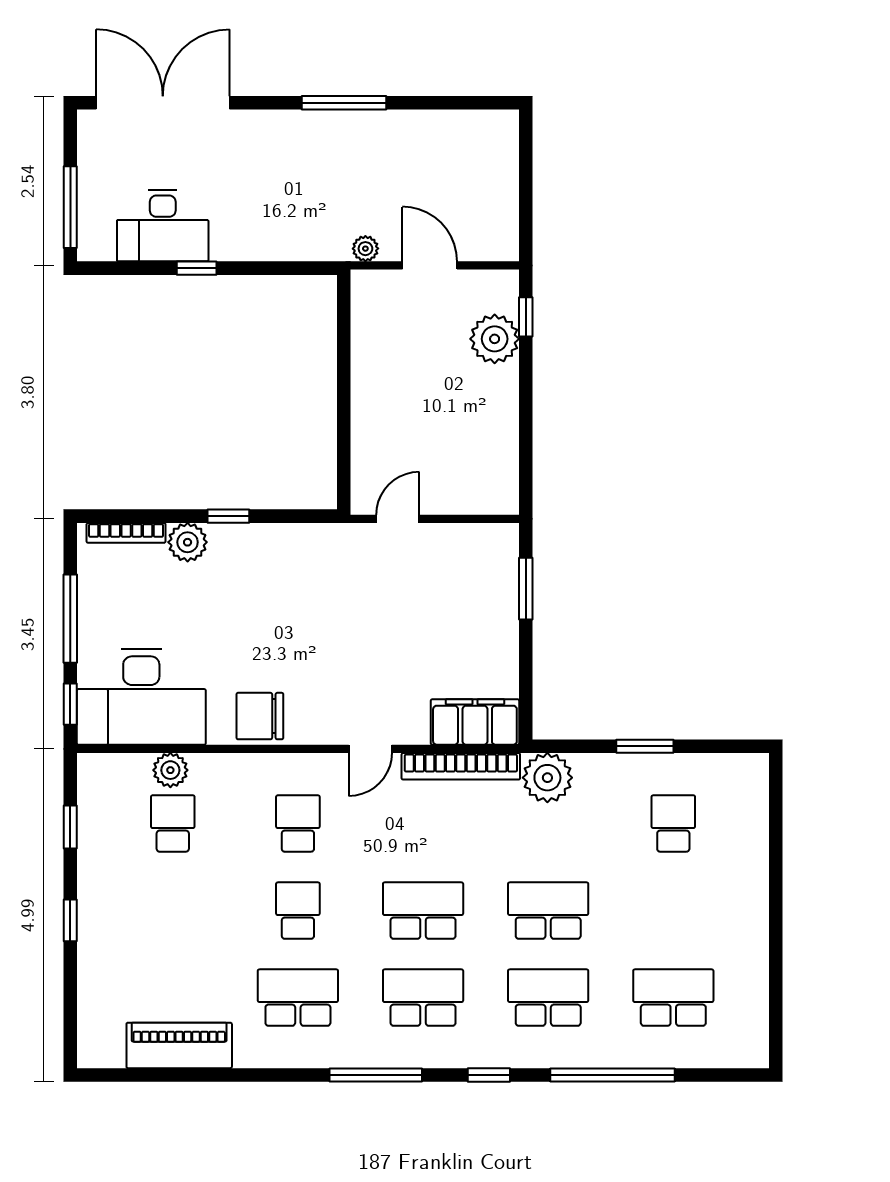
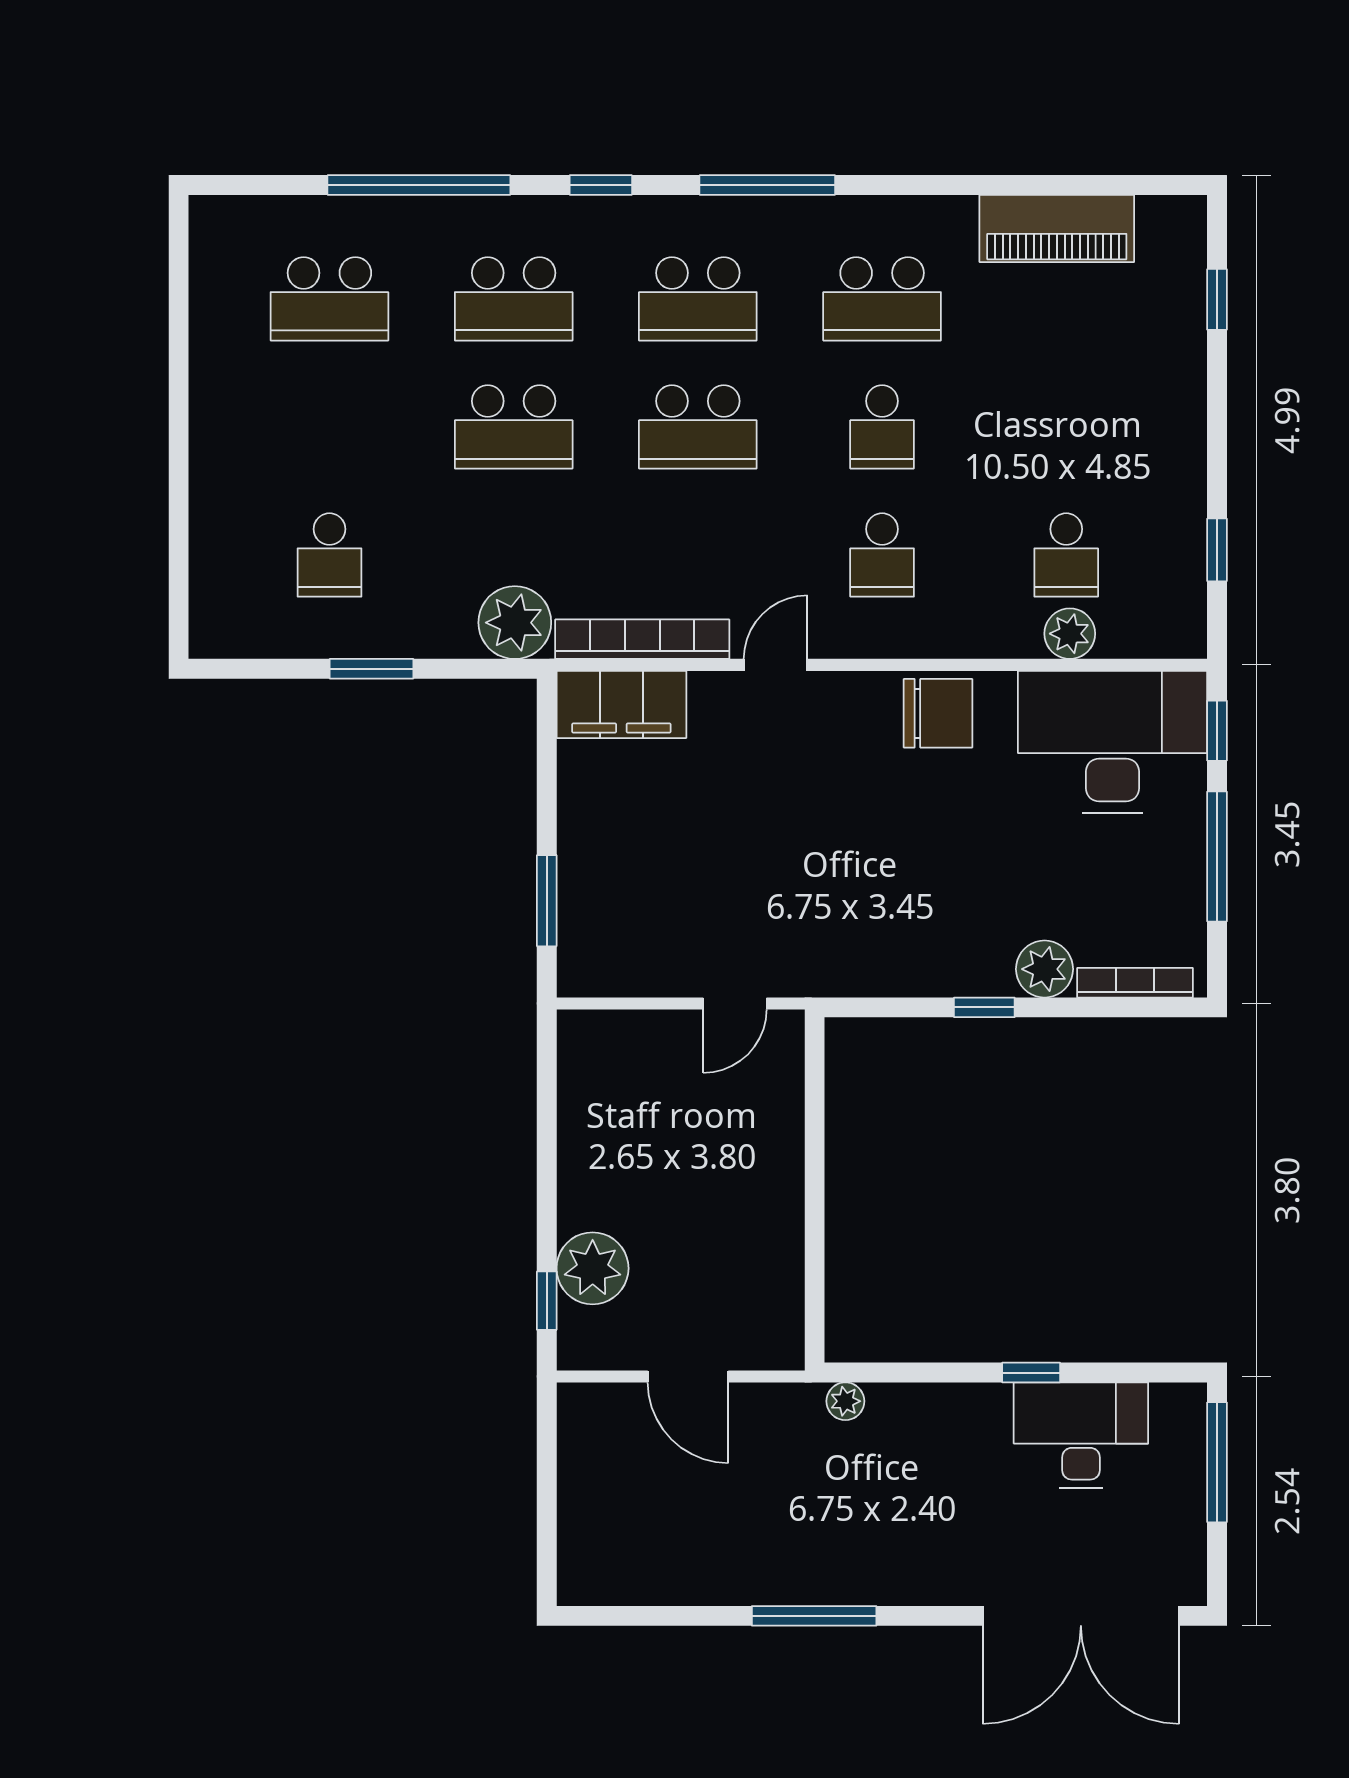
plant: (365, 249) -> (845, 1401), moved
window: (70, 920) -> (1217, 299), moved

